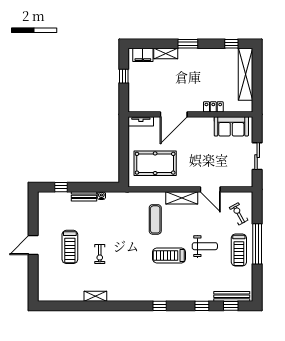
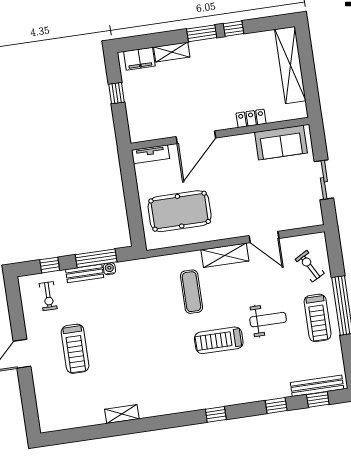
window: (231, 44) -> (234, 29), moved
window: (93, 187) -> (96, 258), added
exercise bike: (100, 254) -> (48, 296), moved

